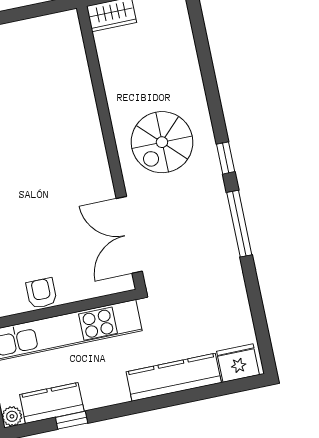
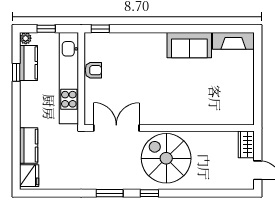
spiral stairs: (162, 142) -> (166, 158), width x1.37, depth x1.37
window: (239, 224) -> (110, 193), width x0.69
kitchen counter: (174, 377) -> (29, 146), width x0.67

